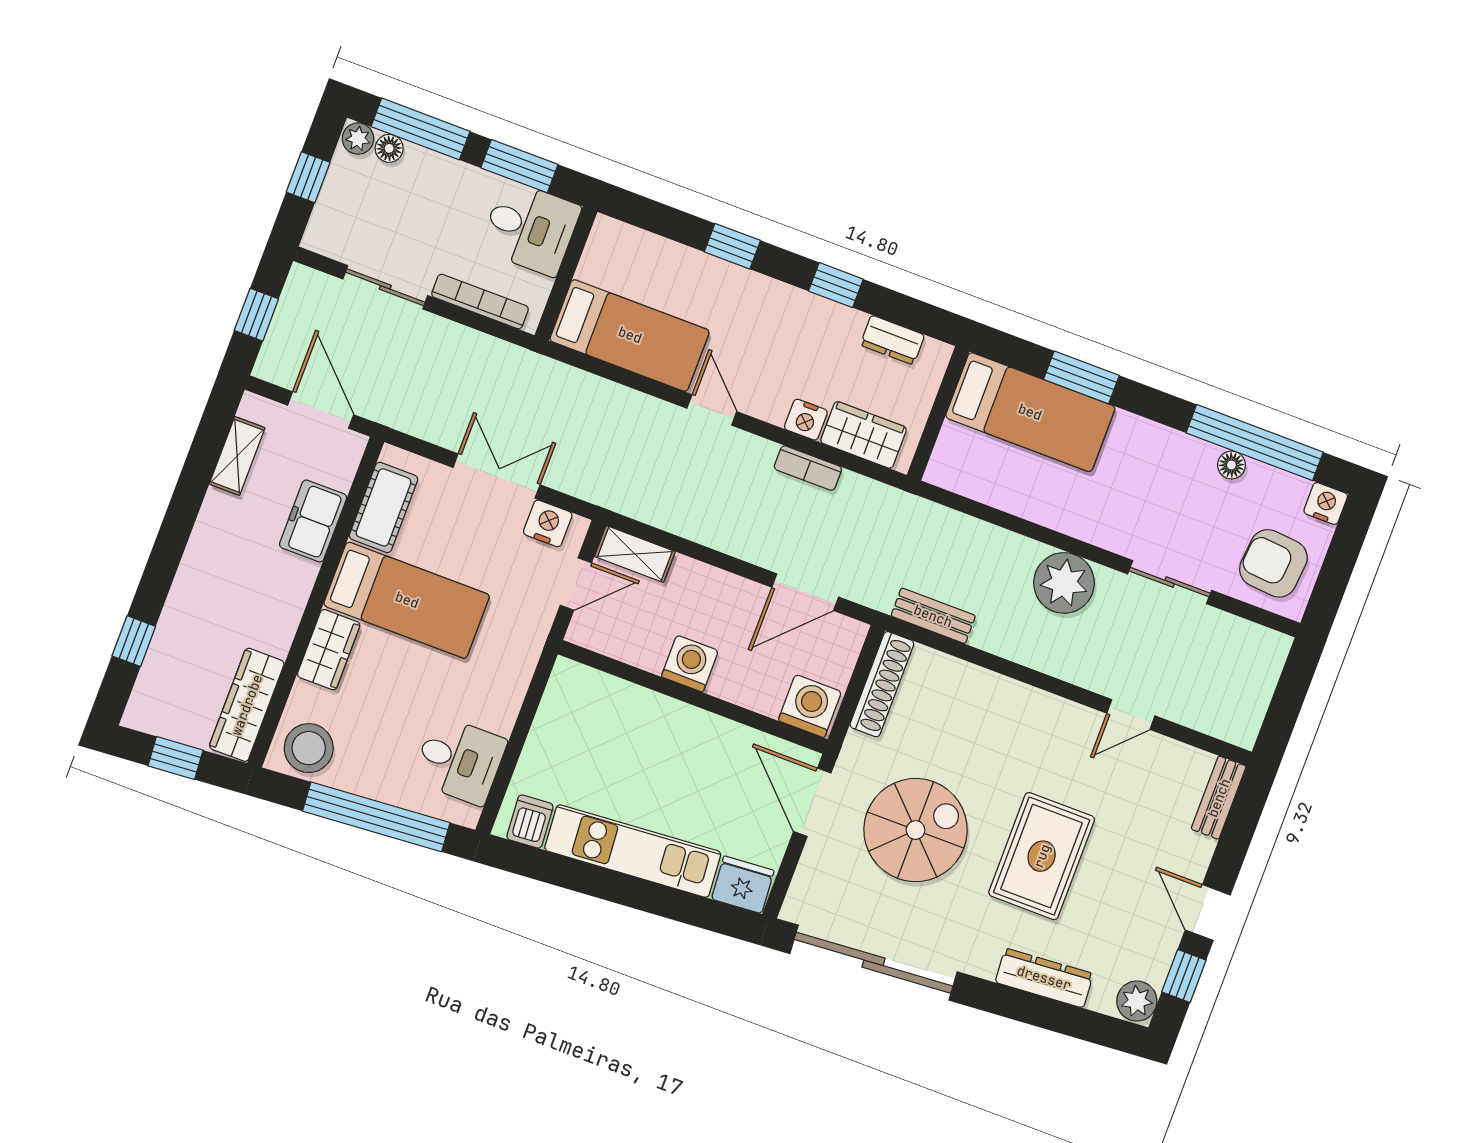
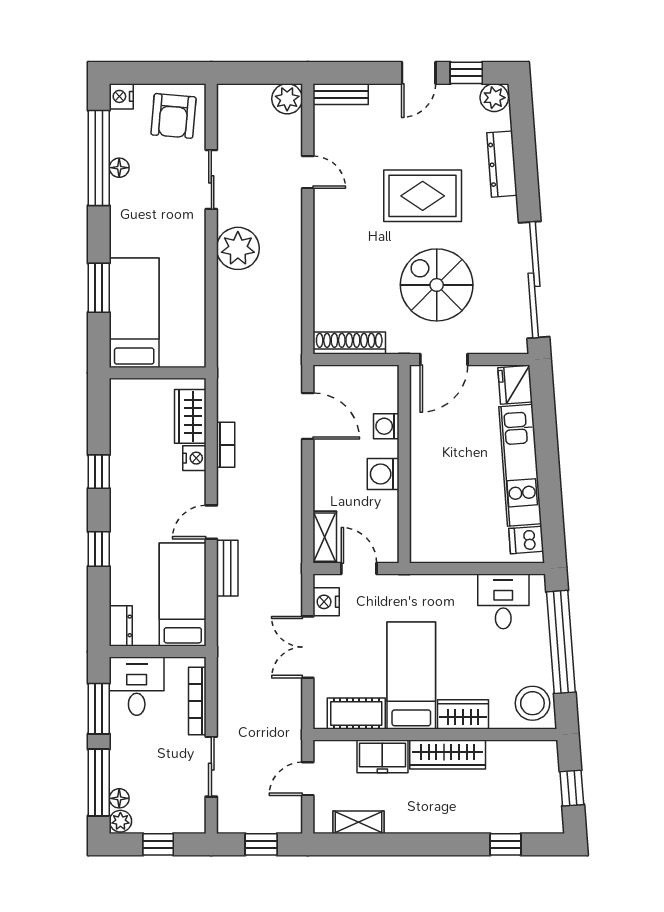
dresser: (892, 340) -> (121, 626), moved
door: (321, 410) -> (308, 779), width x0.73
bench: (933, 616) -> (227, 568), moved
wardrobe: (247, 705) -> (448, 754), moved
washing machine: (810, 706) -> (386, 426), moved, width x0.73, depth x0.73
plant: (1239, 724) -> (287, 99), added

